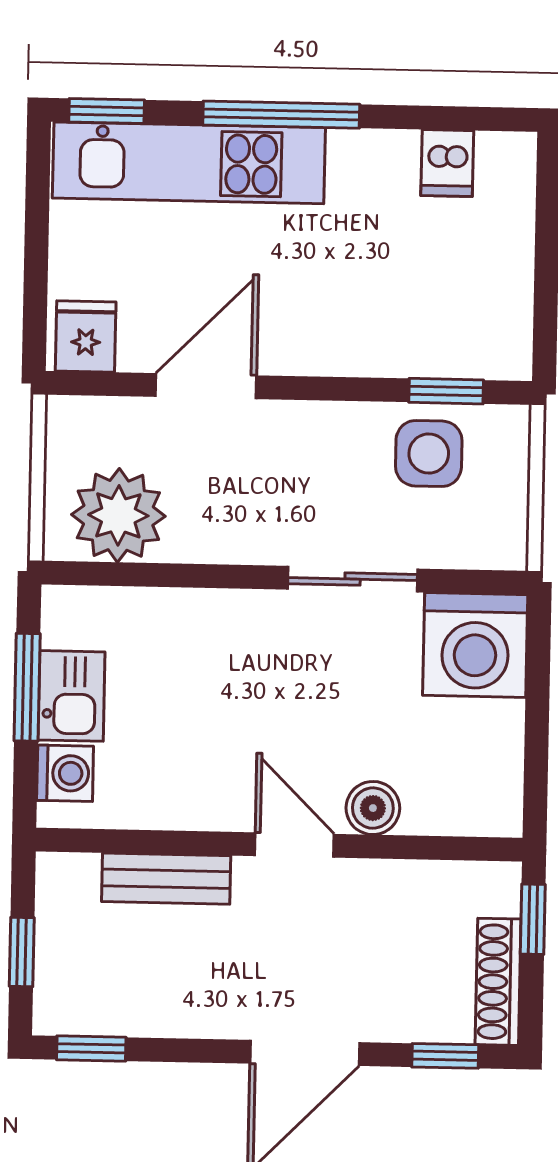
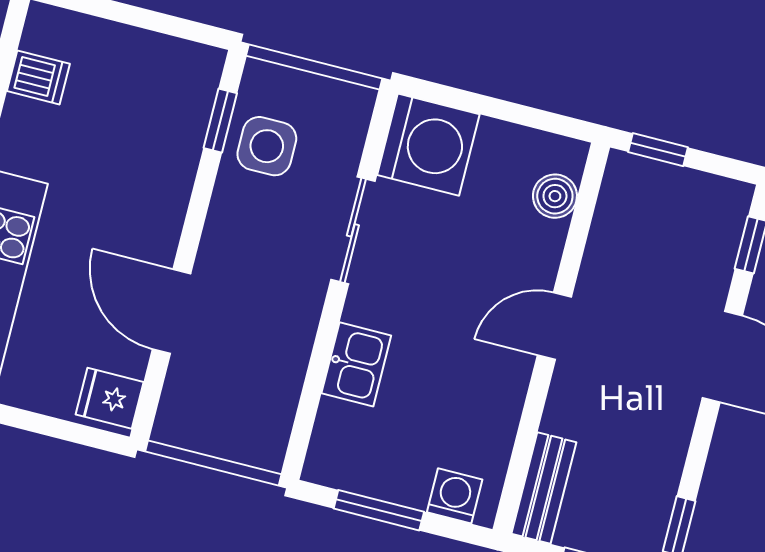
plant: (118, 515) -> (259, 405), removed
kitchen sink: (71, 696) -> (356, 364), moved, turned 90
boiler: (373, 808) -> (555, 196), moved
bench: (166, 879) -> (544, 488), moved
shoe rack: (498, 982) -> (702, 189), removed

